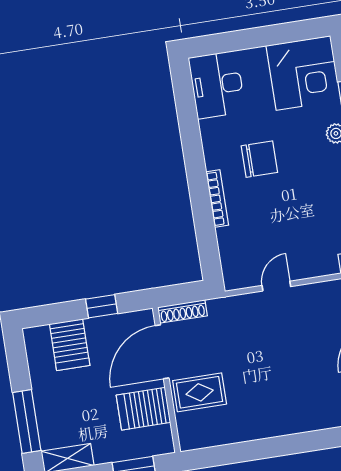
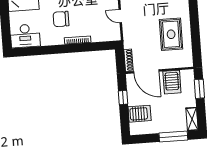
chair: (259, 159) -> (61, 19), turned -90
rug: (200, 392) -> (171, 34), moved, width x1.36, depth x1.43

